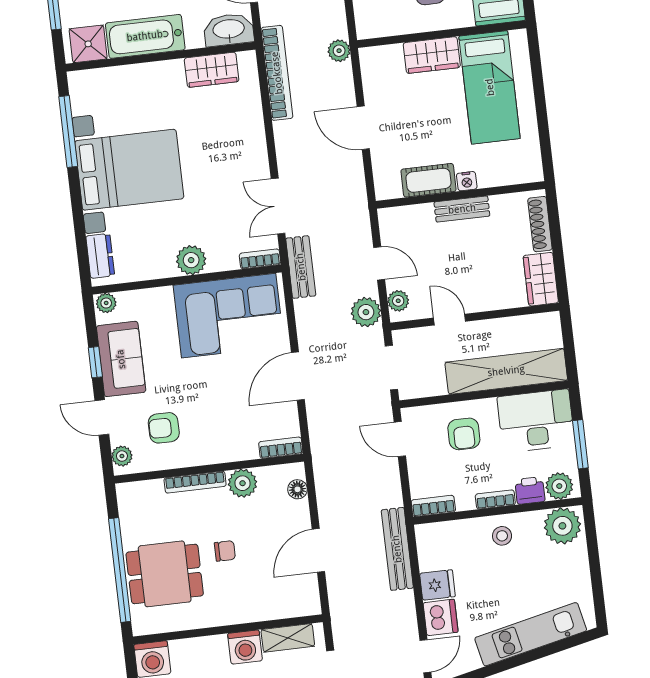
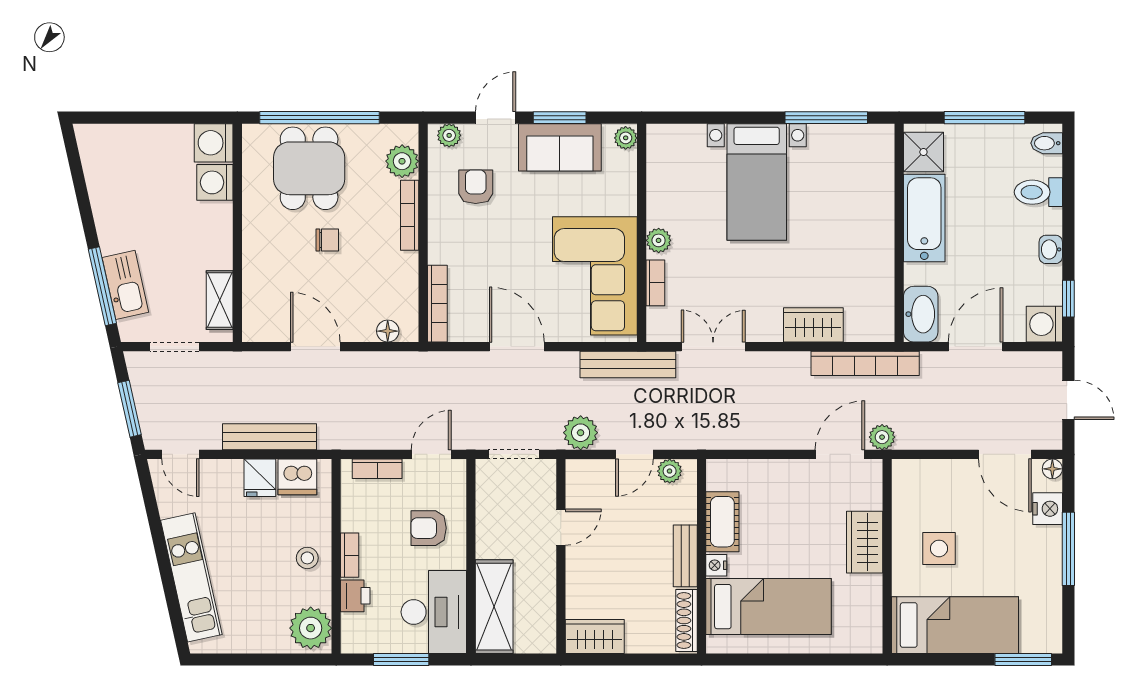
wardrobe: (212, 70) -> (813, 325), moved, turned 90
bed: (490, 87) -> (769, 607), moved, turned 180
door: (363, 128) -> (840, 454), moved
bed with nightstands: (129, 170) -> (757, 182), width x0.73
shoe rack: (540, 224) -> (686, 621), moved, turned -90
dresser: (100, 256) -> (680, 137), removed
bookcase: (260, 259) -> (655, 283), moved
plant: (191, 260) -> (659, 240), width x0.73, depth x0.73
bench: (301, 267) -> (628, 364), width x1.36
plant: (398, 301) -> (670, 471), moved
window: (95, 362) -> (560, 118), width x1.50
shelving: (506, 371) -> (494, 607), width x0.68
bookcase: (281, 448) -> (437, 304), width x1.56
plant: (243, 483) -> (402, 161), moved
plant: (559, 486) -> (356, 630), removed
bookcase: (433, 506) -> (377, 469), moved, turned 90
bench: (397, 549) -> (269, 437), moved
chair: (225, 551) -> (327, 240), turned -90
dishwasher: (441, 617) -> (297, 477), moved
washing machine: (245, 647) -> (215, 182), moved

